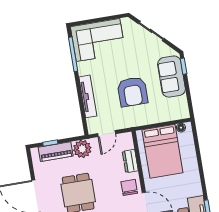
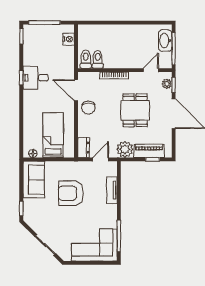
sofa: (171, 77) -> (34, 180), moved
armchair: (133, 92) -> (71, 193), turned -90
tv unit: (88, 96) -> (112, 190), width x0.71
bed: (162, 151) -> (53, 135), width x0.67
dresser: (130, 161) -> (83, 147), moved

